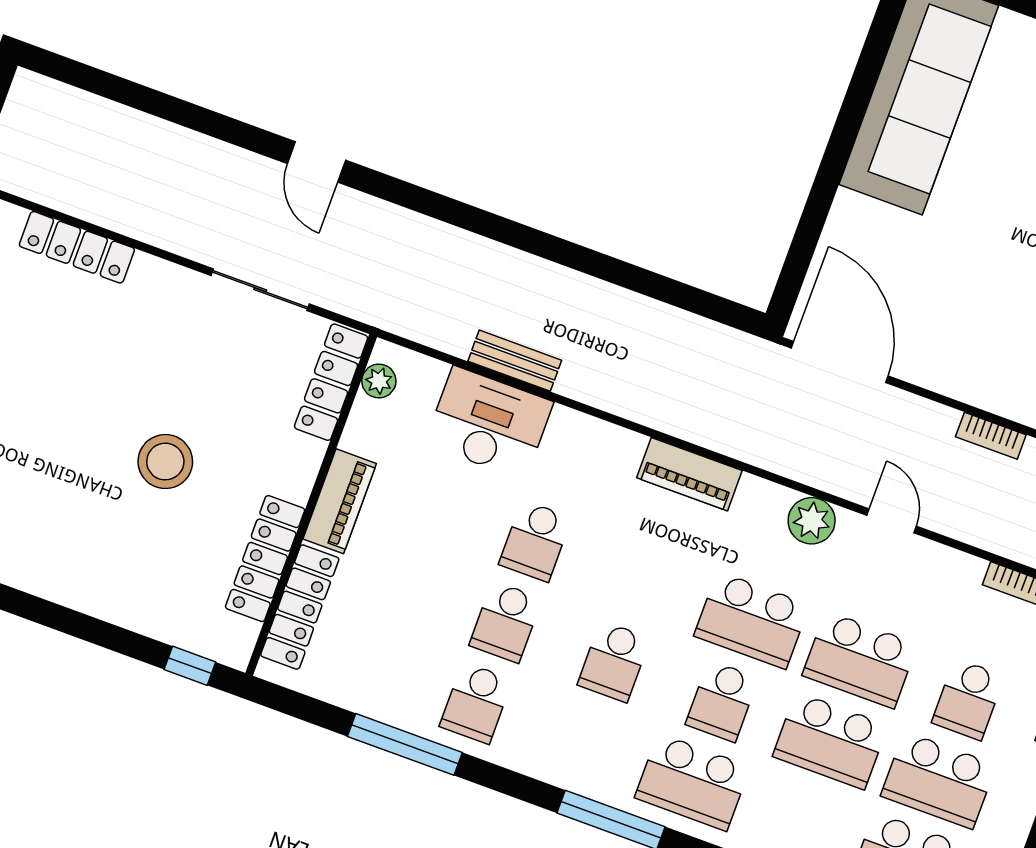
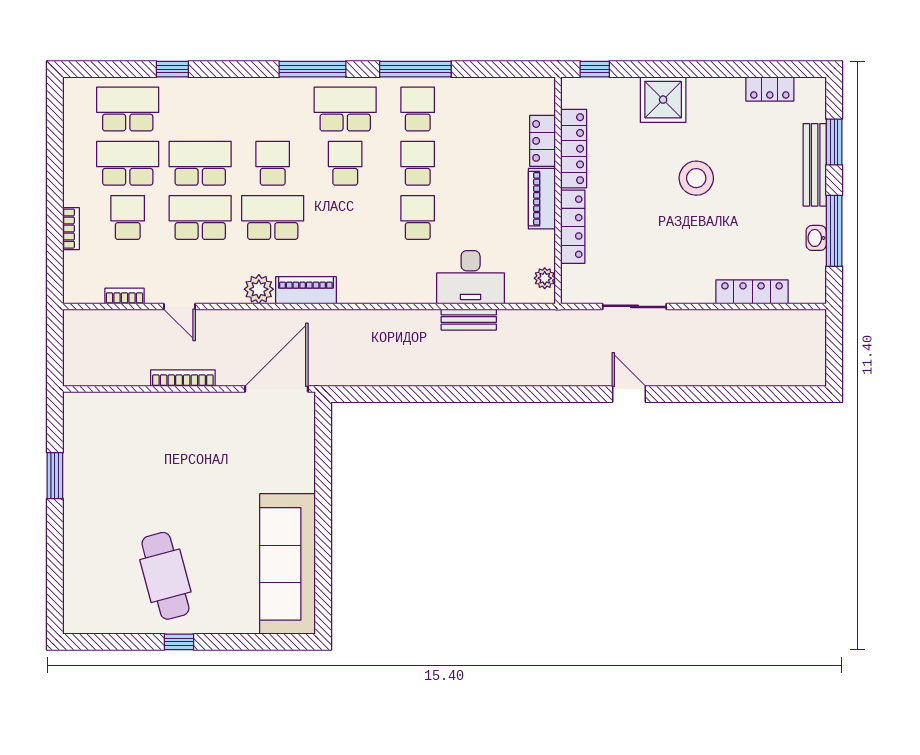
door: (840, 362) -> (276, 389), swing flipped
locker: (331, 382) -> (573, 227), moved
bookcase: (991, 436) -> (183, 378), width x1.56
stool: (165, 462) -> (696, 178), moved
piano: (689, 474) -> (306, 290), moved
door: (892, 521) -> (179, 306), moved
shower: (105, 583) -> (663, 100), added
locker: (300, 607) -> (543, 141), width x0.66
window: (405, 744) -> (415, 69), moved
school desk: (692, 782) -> (345, 109), moved

